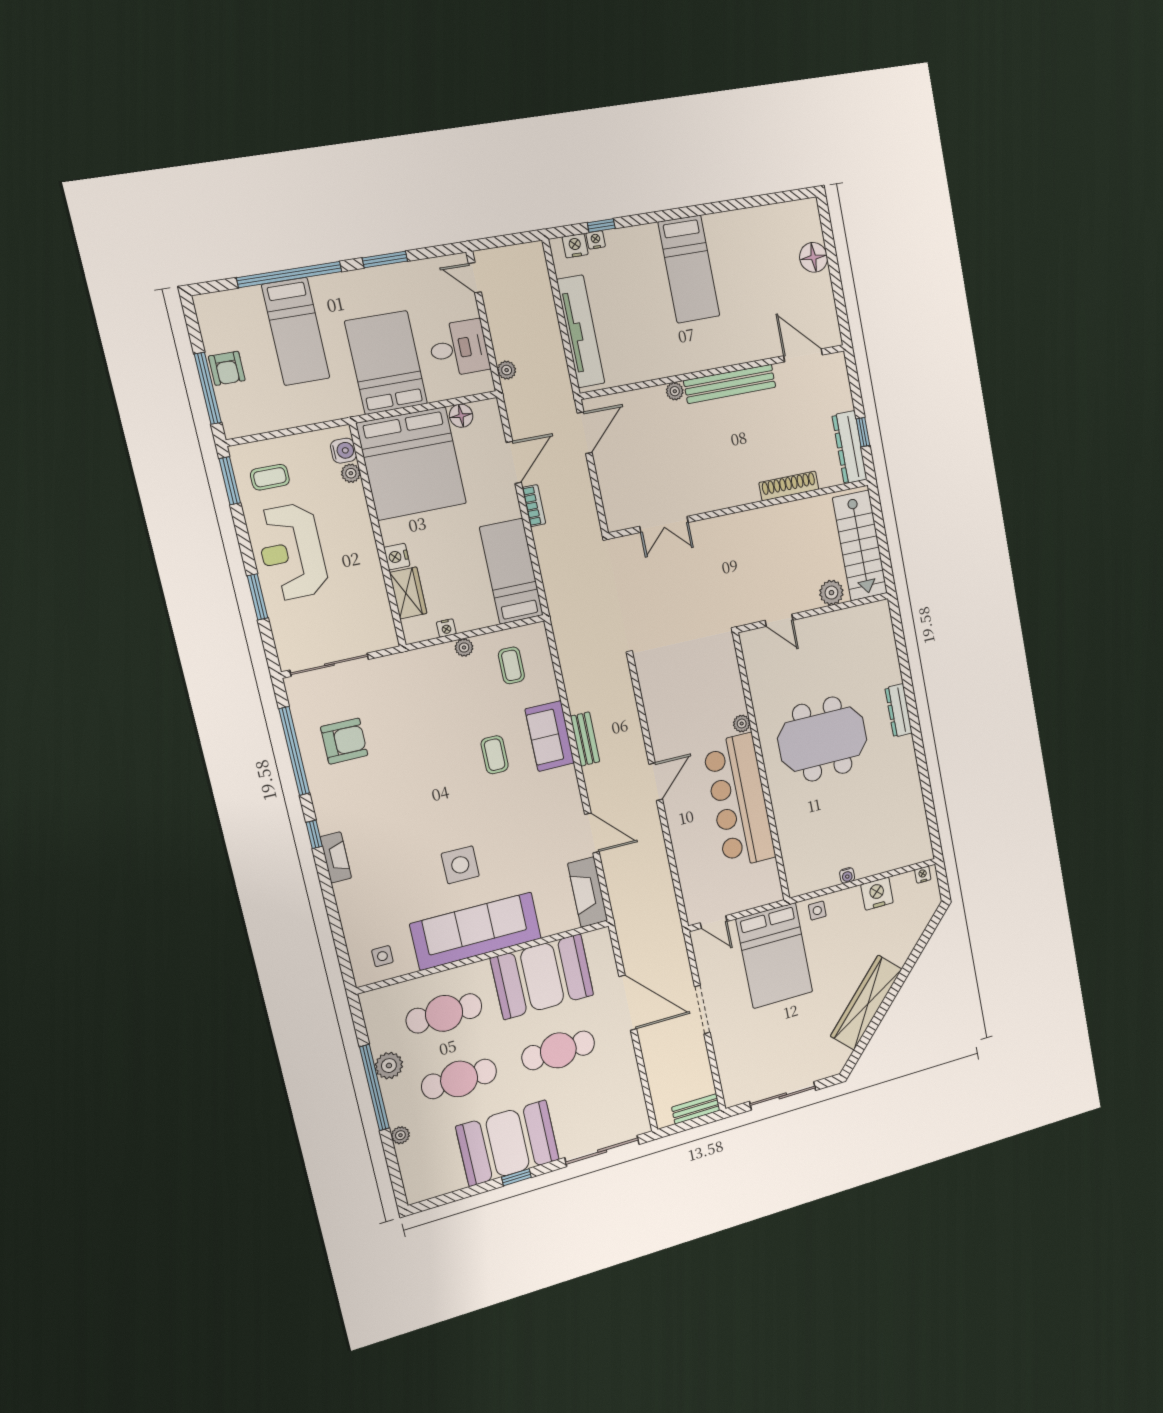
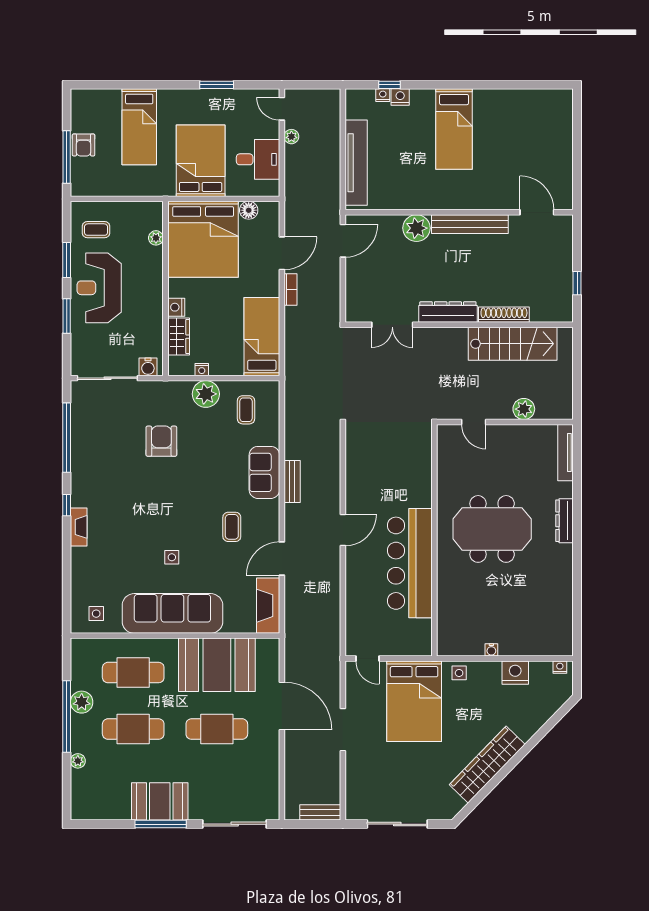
nightstand: (575, 246) -> (400, 97), moved
floor lamp: (814, 257) -> (561, 136), removed
window: (289, 274) -> (144, 85), removed
plant: (507, 370) -> (291, 137), moved
plant: (675, 391) -> (417, 228), width x1.87, depth x1.87
dresser: (850, 447) -> (448, 312), moved, turned 90
water cooler: (343, 451) -> (148, 367), moved, turned 90
window: (230, 481) -> (67, 260), moved
stairs: (860, 546) -> (513, 344), moved, turned -90
tv unit: (886, 633) -> (566, 453), added
plant: (464, 647) -> (206, 394), width x1.88, depth x1.88
plant: (742, 724) -> (425, 500), removed
armchair: (344, 741) -> (161, 441), moved, turned -90
coffee table: (495, 755) -> (232, 527), moved
door: (592, 833) -> (282, 559), swing flipped
side table: (460, 865) -> (172, 557), width x0.54, depth x0.54
booth: (508, 1143) -> (160, 801), width x0.73, depth x0.70
window: (516, 1177) -> (161, 824), width x2.17

